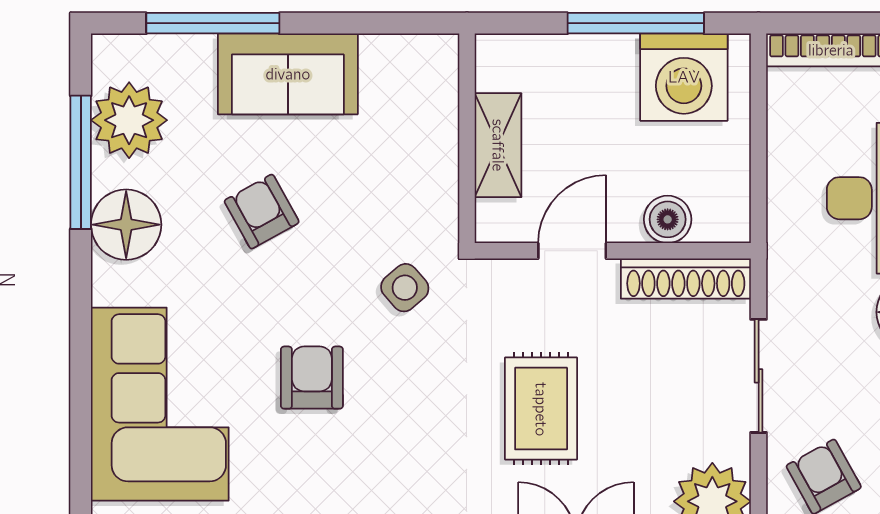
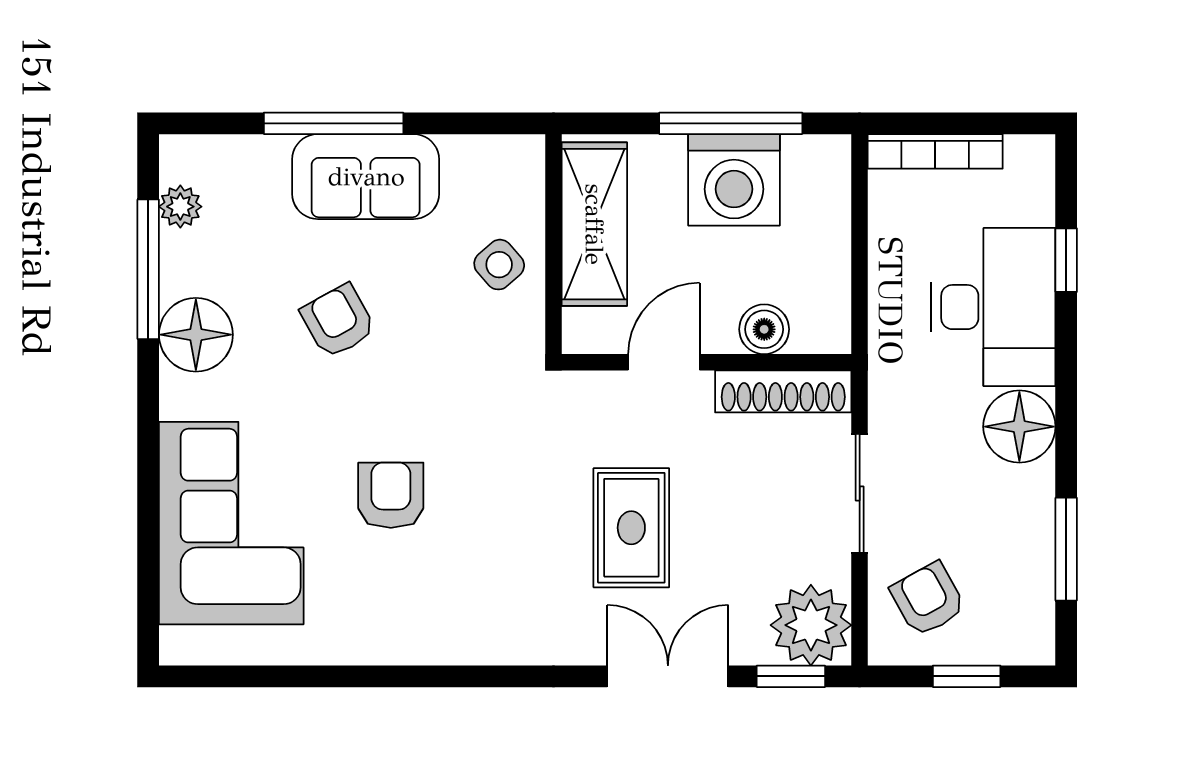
window: (213, 23) -> (334, 123), moved
washing machine: (684, 77) -> (734, 180), moved
plant: (129, 120) -> (180, 207), width x0.53, depth x0.53
shelving: (498, 145) -> (594, 224), width x1.50, depth x1.33
side table: (405, 288) -> (499, 265), moved

